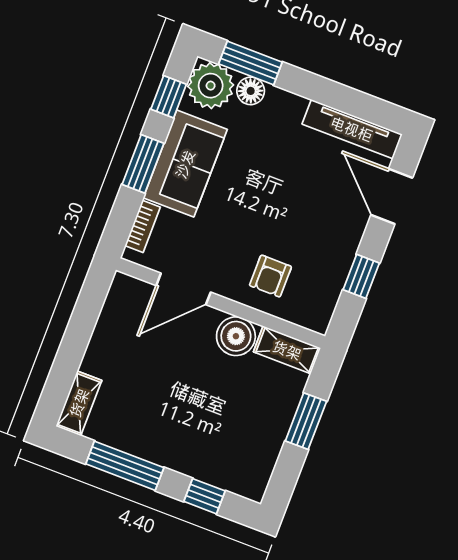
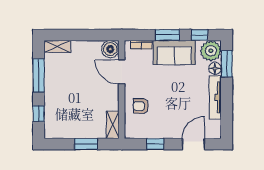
tv unit: (352, 129) -> (215, 97), moved
boiler: (236, 336) -> (110, 49), moved

